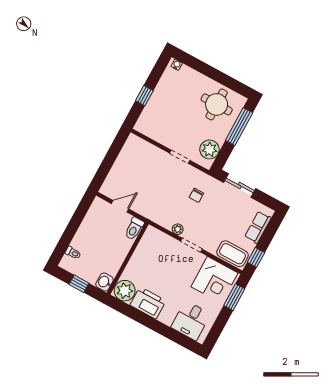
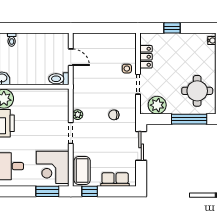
locker: (158, 135) -> (146, 57), added
side table: (159, 159) -> (127, 69), added

